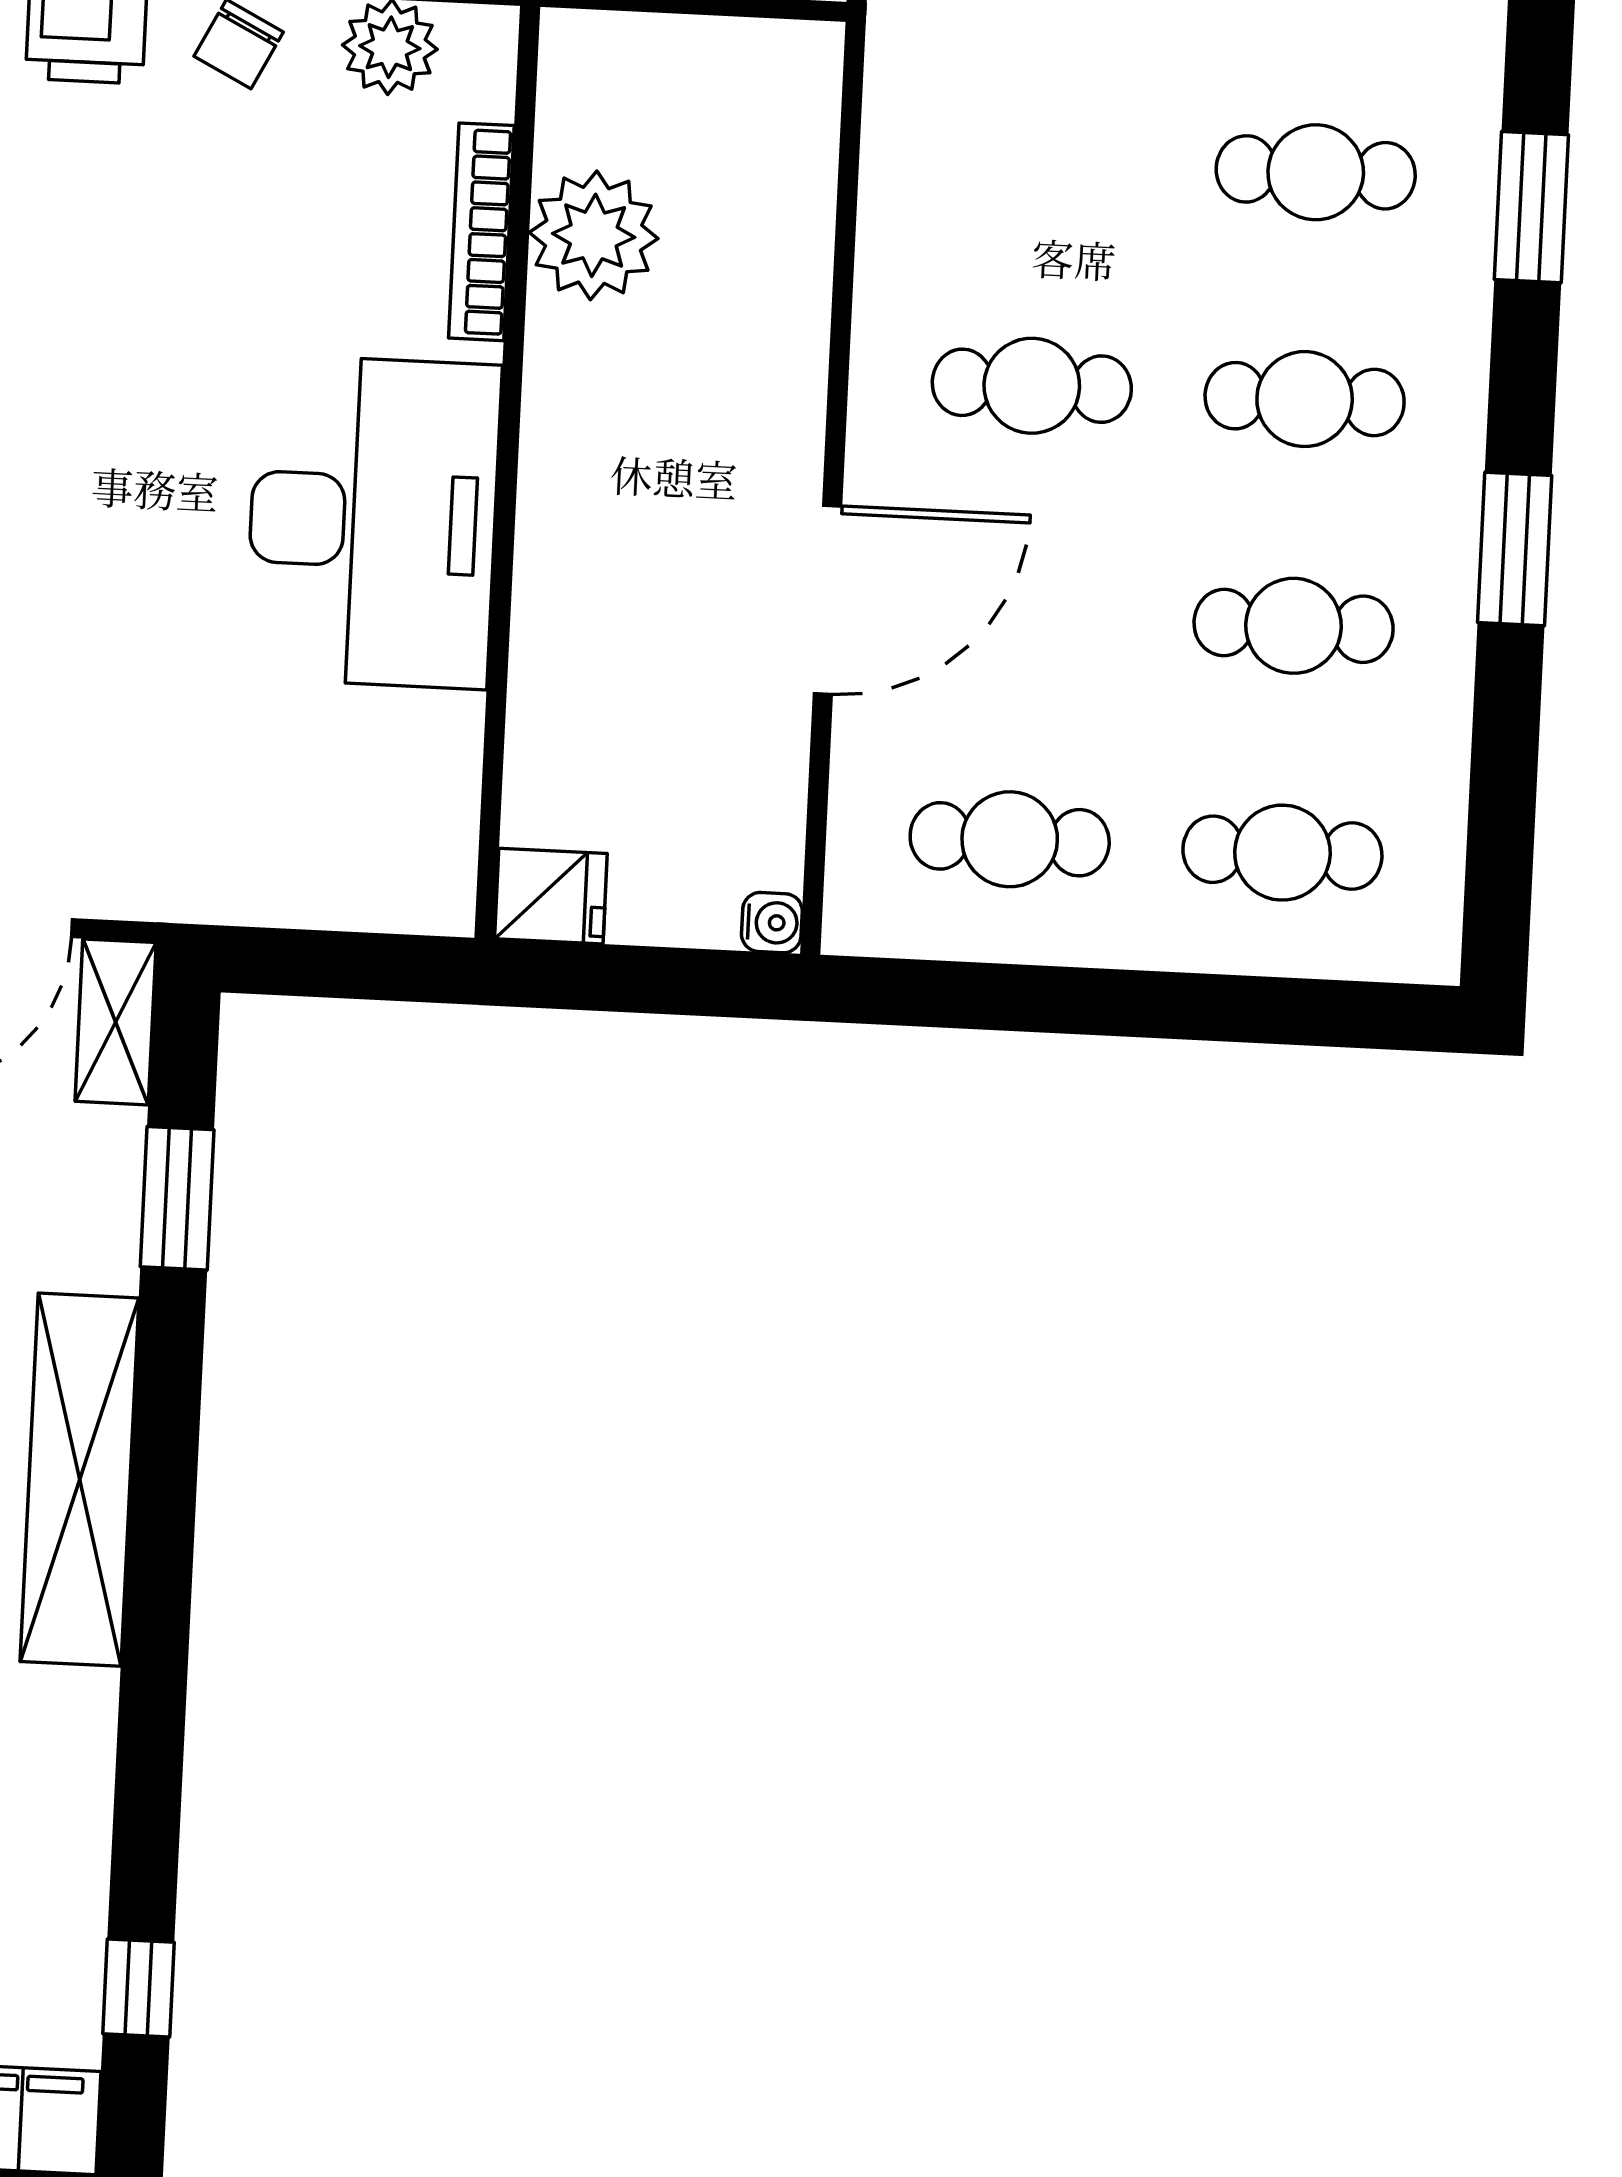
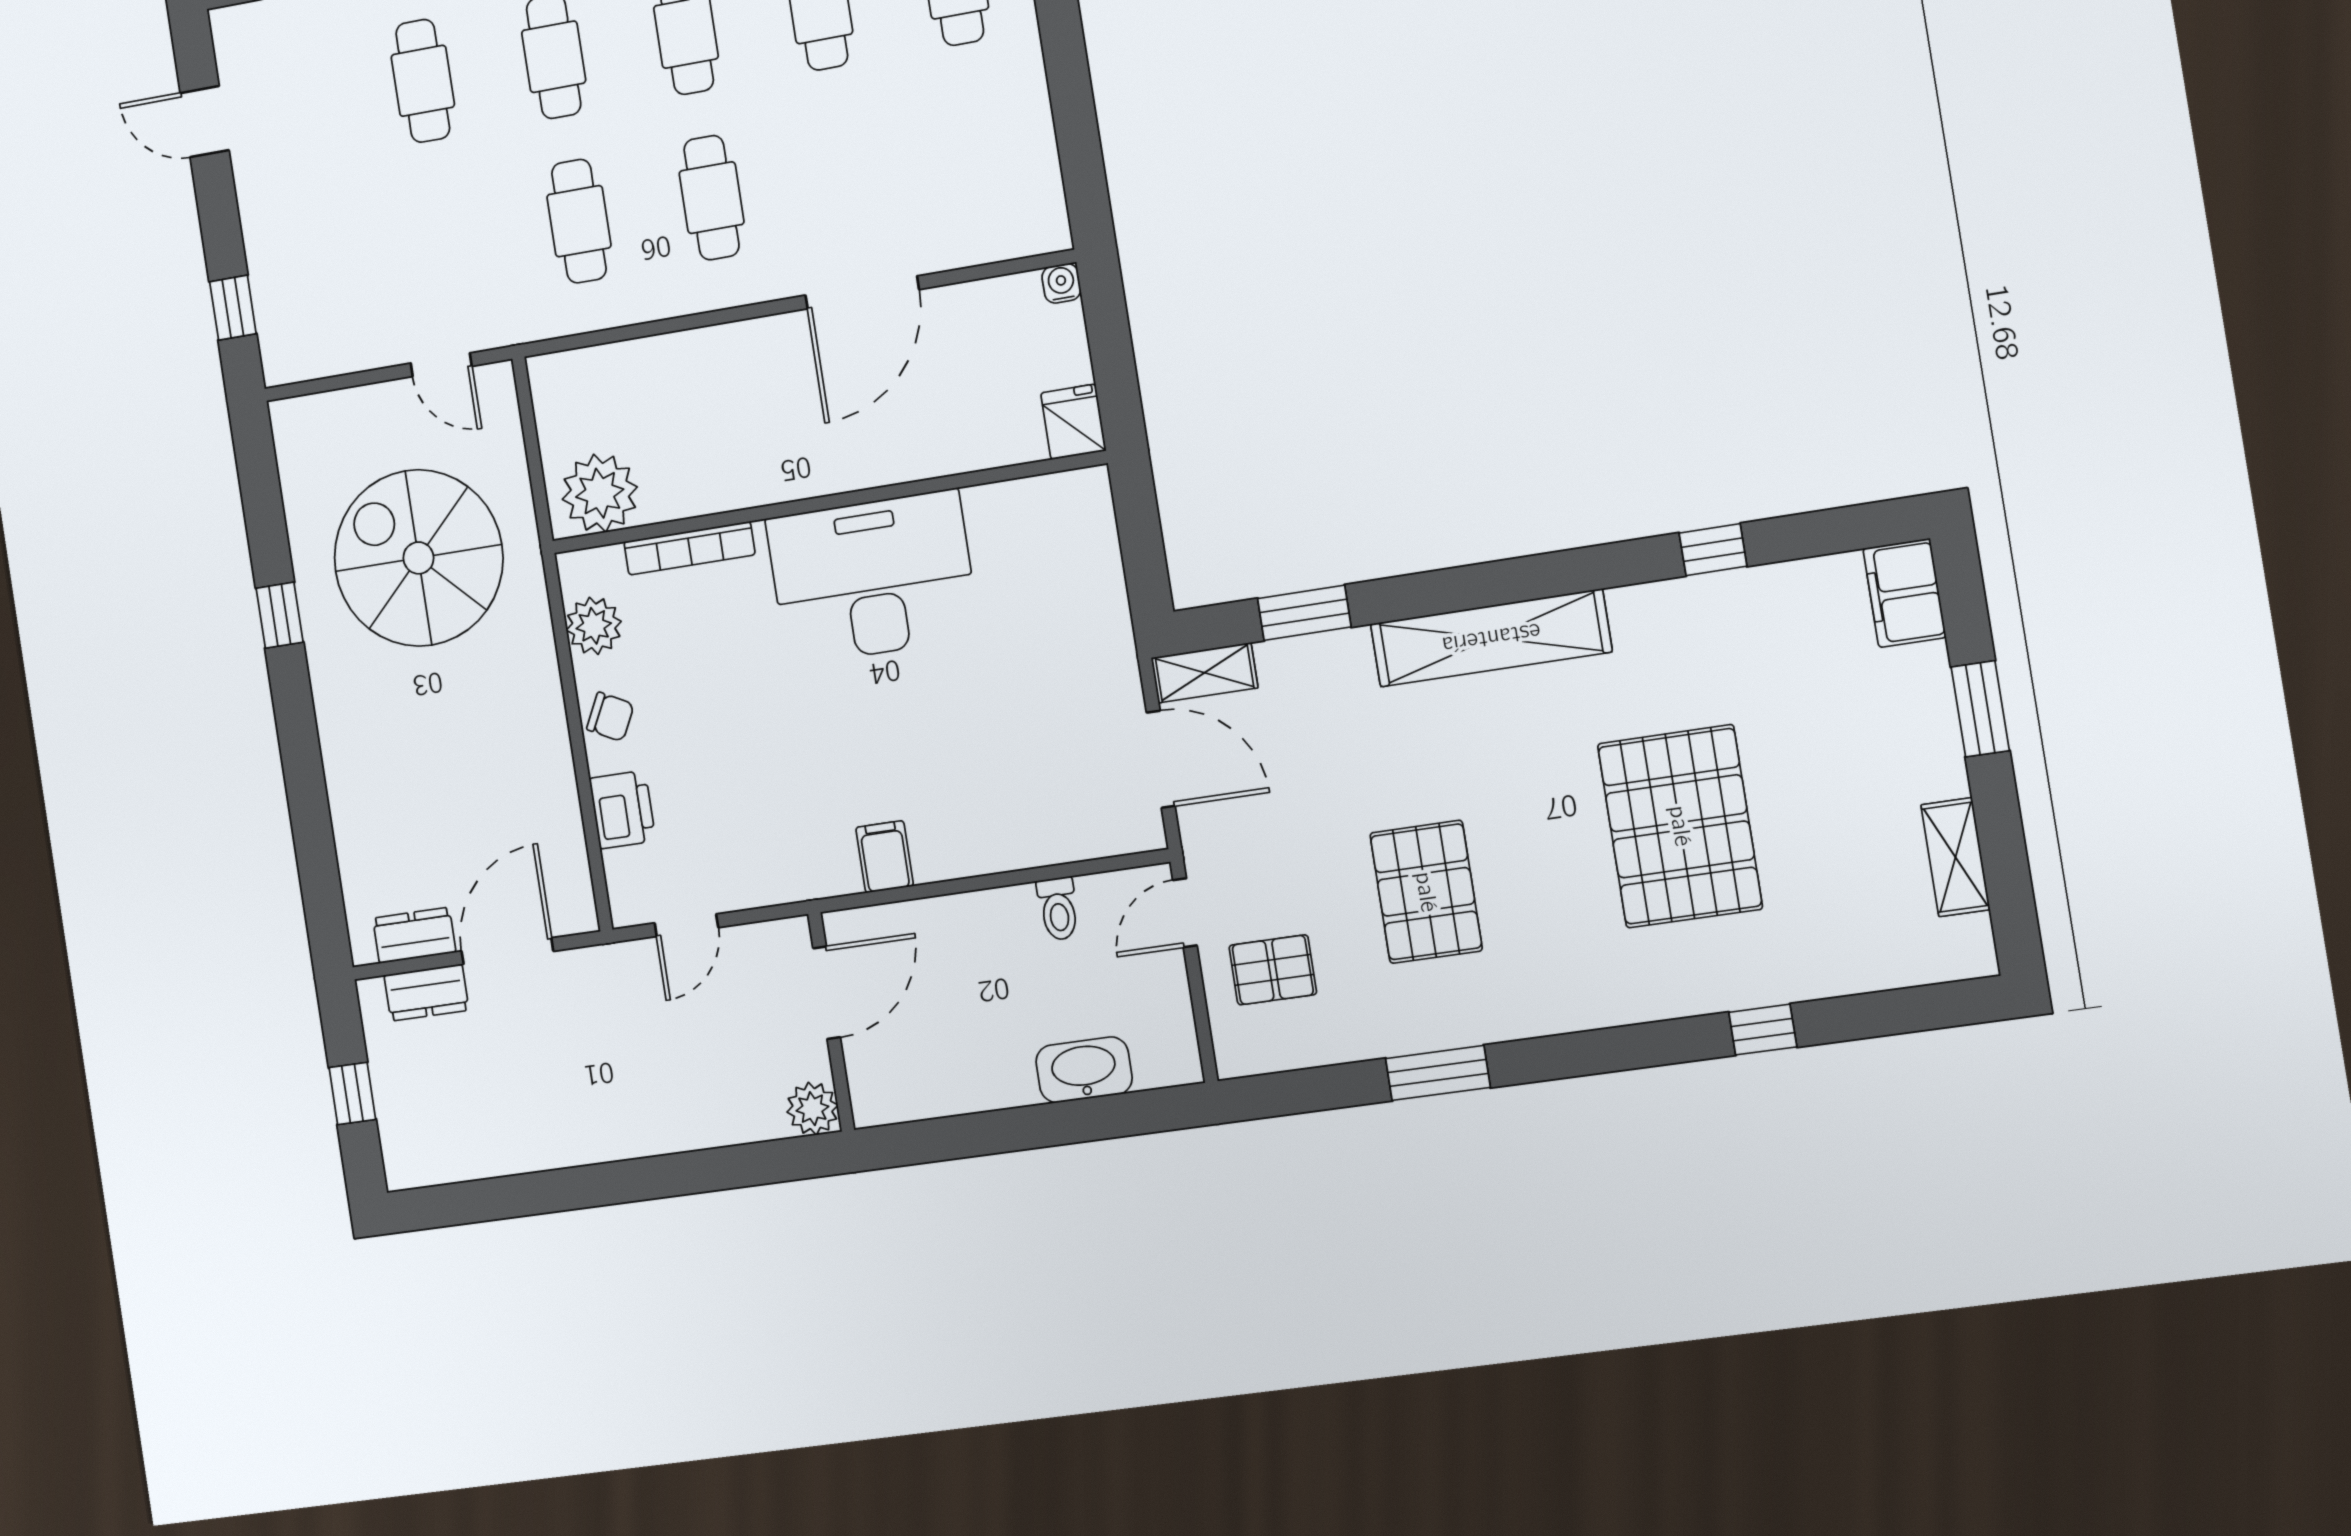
plant: (594, 235) -> (600, 493), moved
door: (827, 600) -> (862, 292), swing flipped
cafe table: (1010, 839) -> (579, 221), moved
window: (139, 1988) -> (1713, 550), moved

